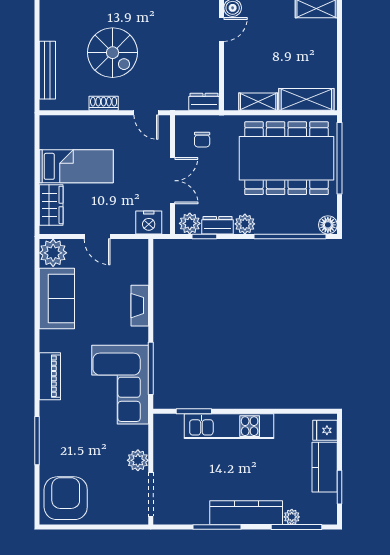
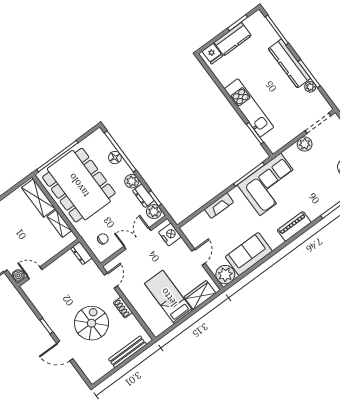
floor lamp: (328, 225) -> (115, 158), moved
plant: (292, 517) -> (310, 87), moved

